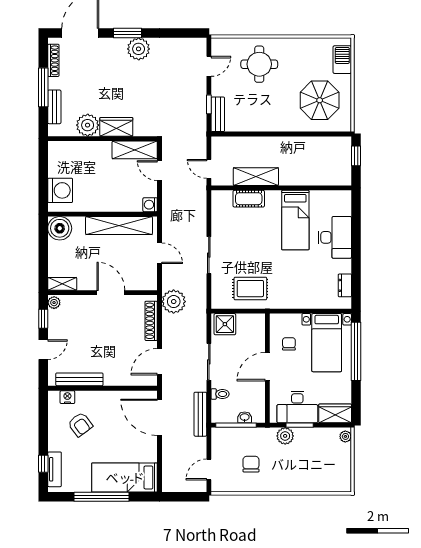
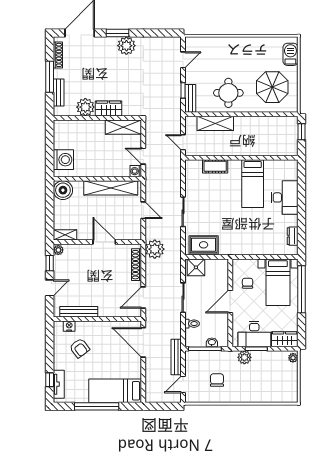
round table: (259, 64) -> (228, 93), moved
door: (160, 171) -> (143, 156), moved
shelving: (256, 177) -> (215, 123), moved
rug: (250, 289) -> (204, 245), moved
bench: (200, 414) -> (176, 357), moved

